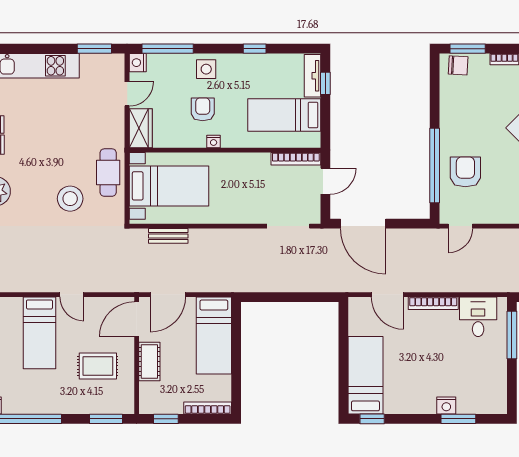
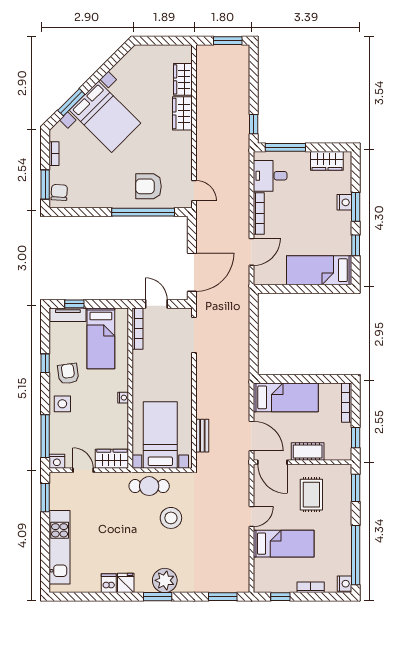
armchair: (203, 109) -> (68, 374), moved, turned 82
wardrobe: (496, 385) -> (327, 161), added
window: (372, 419) -> (356, 245), moved
window: (458, 419) -> (356, 207), moved

